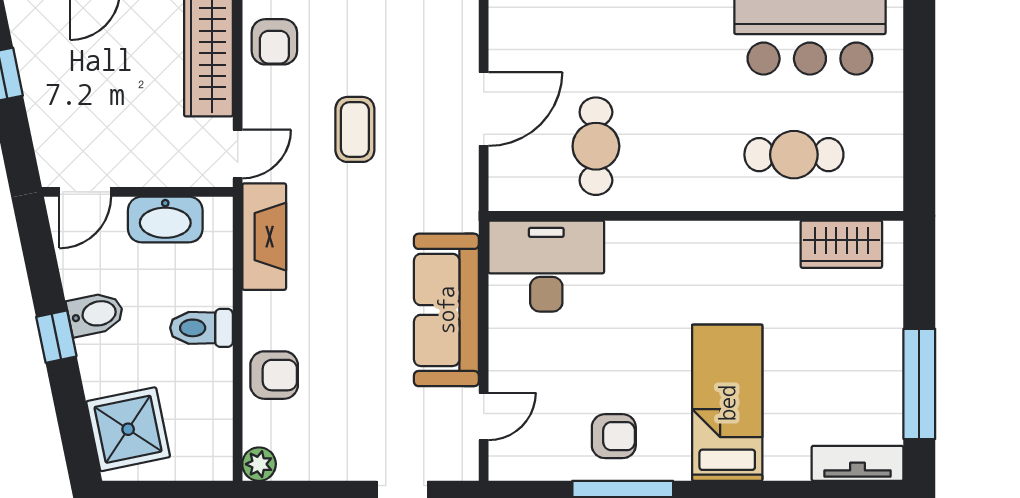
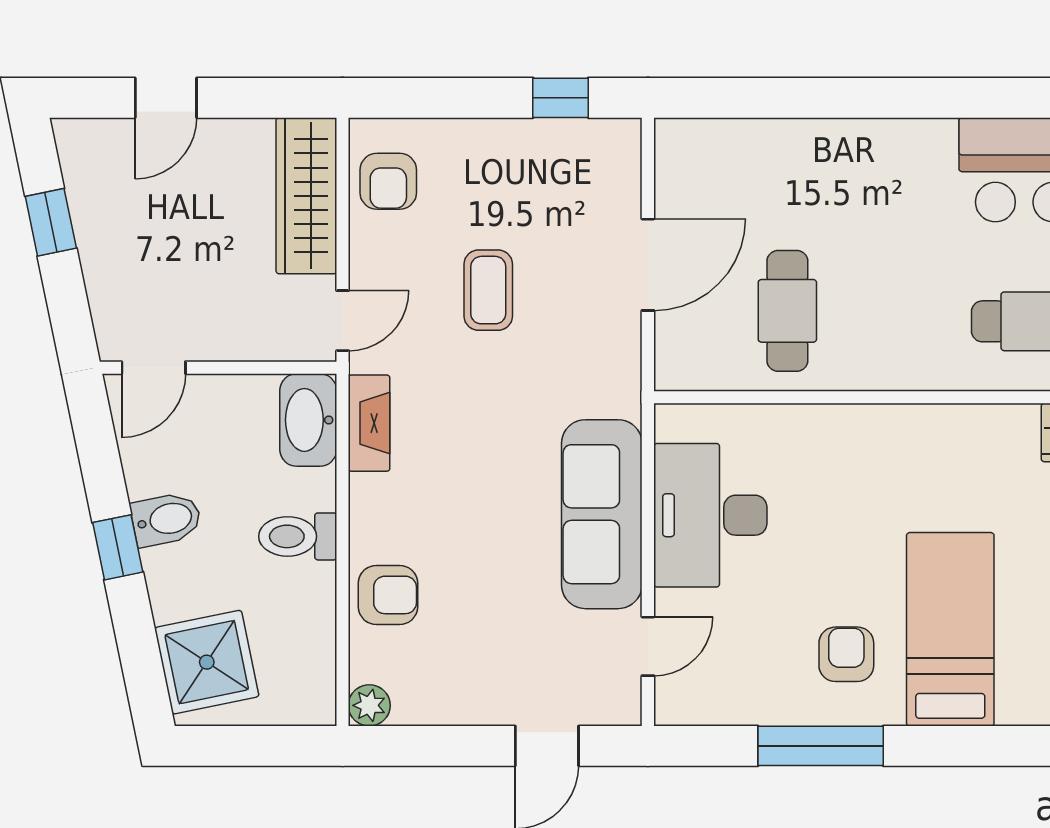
washbasin: (165, 220) -> (308, 420), moved, turned 90
fireplace: (264, 237) -> (369, 423), width x0.73, depth x0.76
desk: (546, 266) -> (710, 515), moved, turned -90
armchair: (614, 436) -> (846, 654), moved, turned -90

